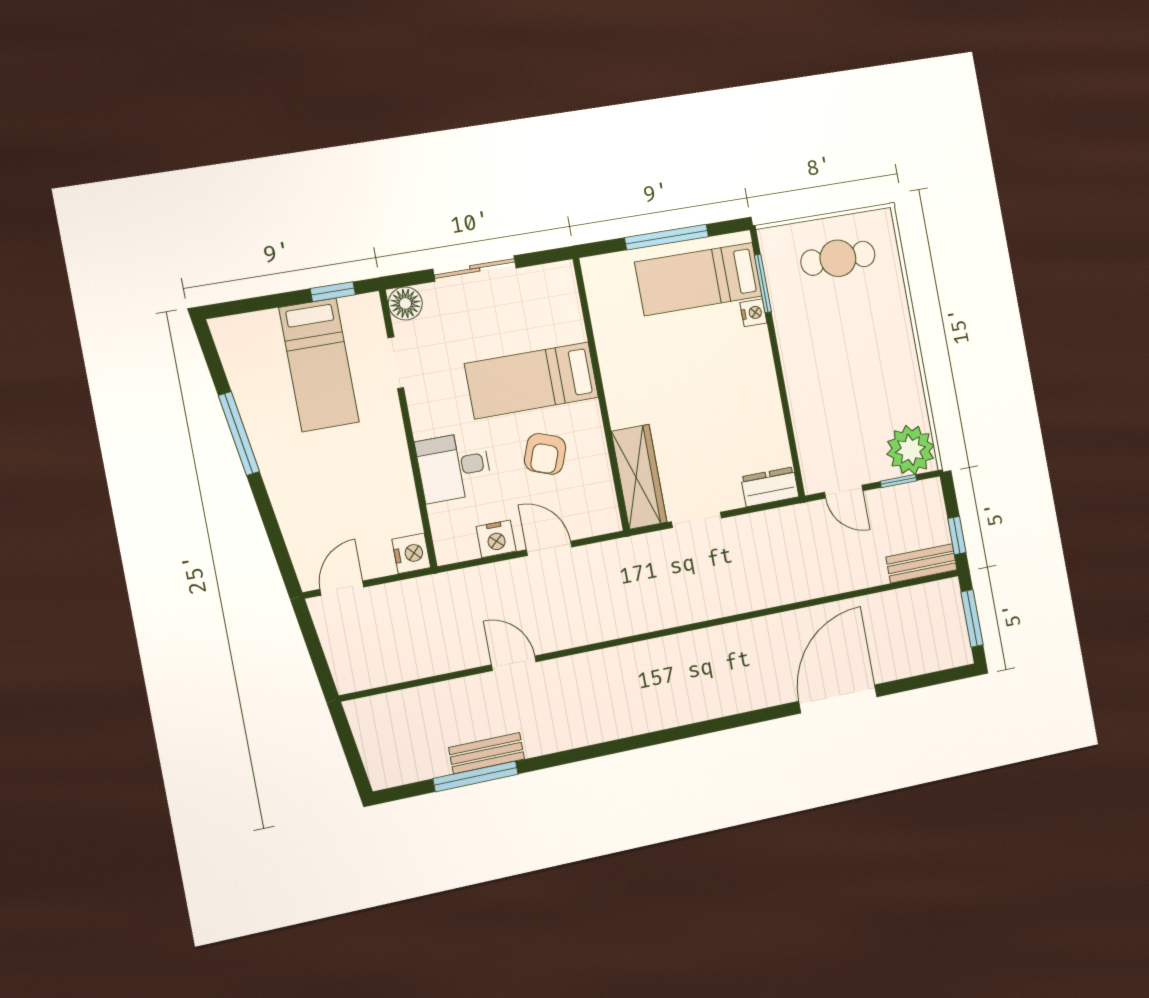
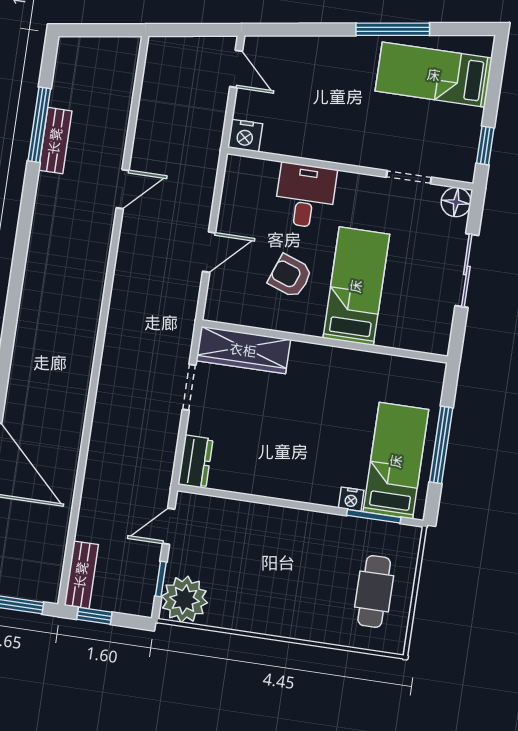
bed: (319, 365) -> (434, 75), moved
nightstand: (496, 539) -> (233, 210), removed

